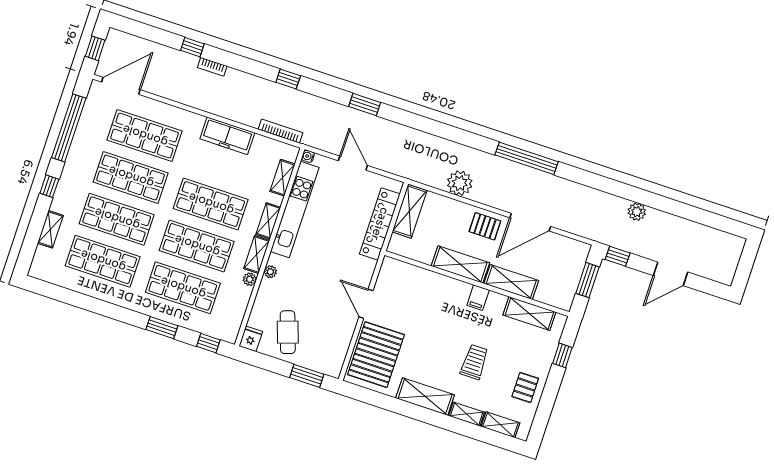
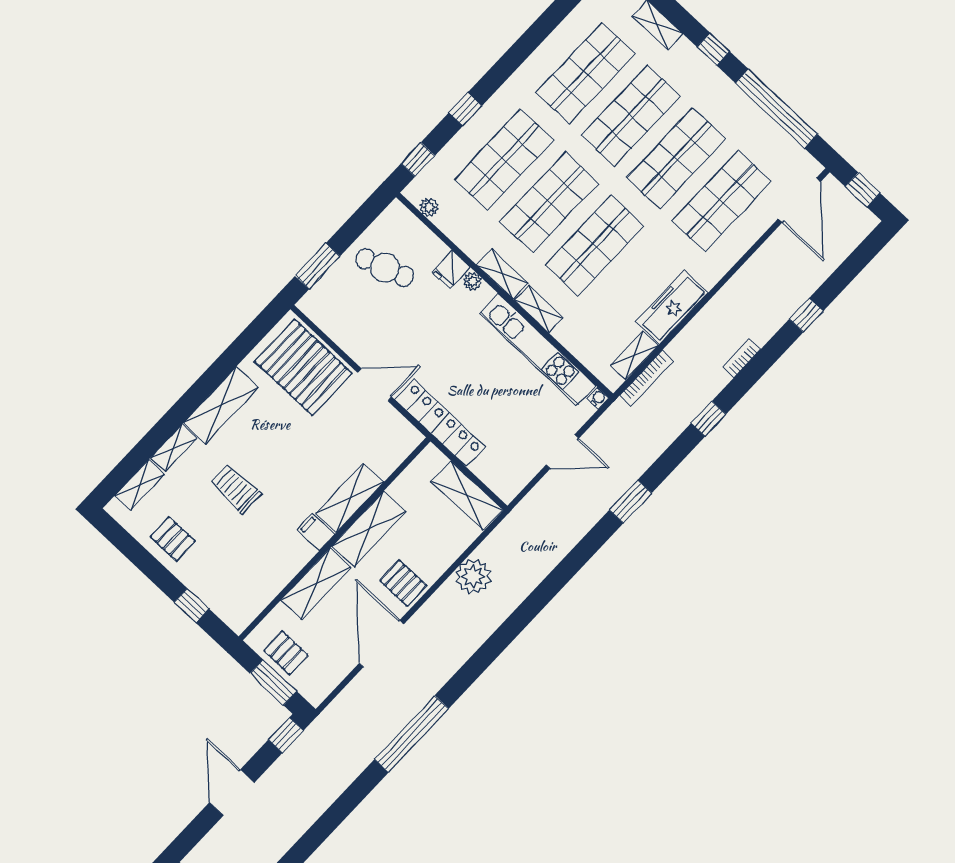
bookcase: (212, 67) -> (742, 358), moved
window: (526, 158) -> (412, 734), moved
shelving: (283, 178) -> (634, 356), moved, turned 90
plant: (637, 212) -> (332, 786), removed
locker: (380, 224) -> (440, 423), moved
pallet: (485, 226) -> (403, 583), turned 90
plant: (250, 279) -> (429, 207), moved
pallet: (565, 281) -> (286, 653), added
shelving: (529, 314) -> (350, 498), moved
window: (162, 328) -> (465, 109), width x0.67
fridge: (251, 339) -> (451, 270), moved, turned 90
trolley: (474, 362) -> (236, 489), turned 180

